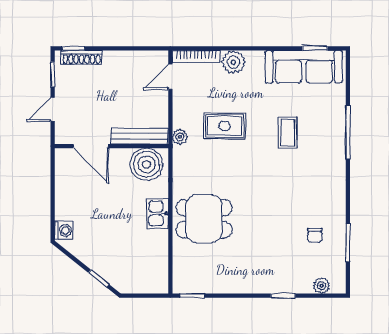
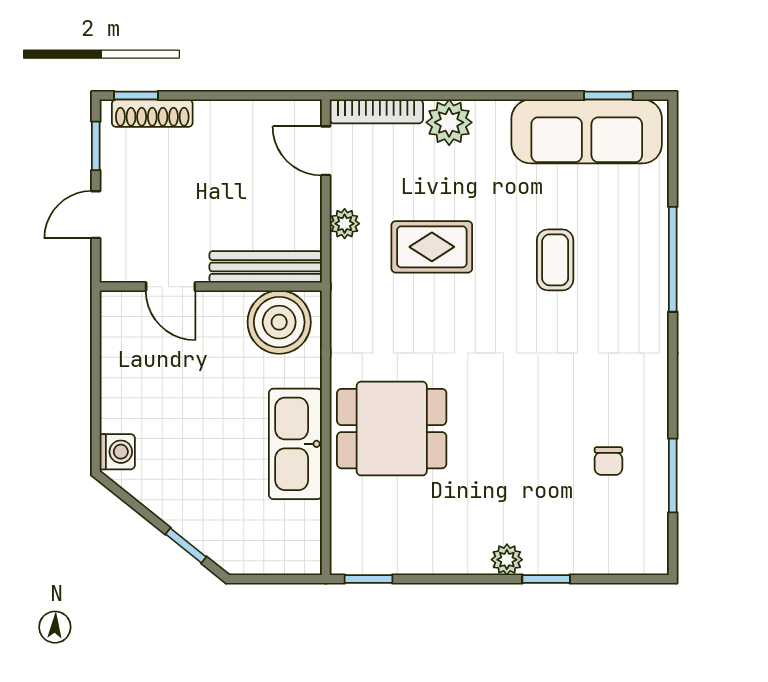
door: (170, 77) -> (326, 151), hinge flipped
plant: (180, 137) -> (345, 224), moved
door: (91, 146) -> (171, 287), width x0.73
kitchen sink: (157, 213) -> (295, 444), width x1.88, depth x1.24
plant: (322, 286) -> (507, 560), moved

